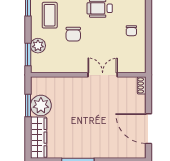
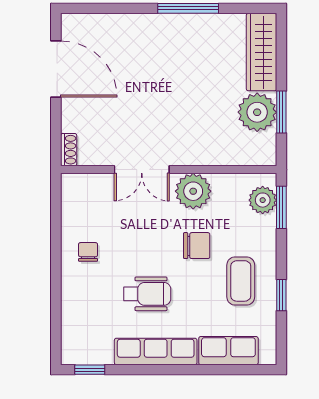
chair: (73, 34) -> (197, 246), turned 90
plant: (38, 46) -> (263, 200), moved
plant: (75, 63) -> (193, 191), added

